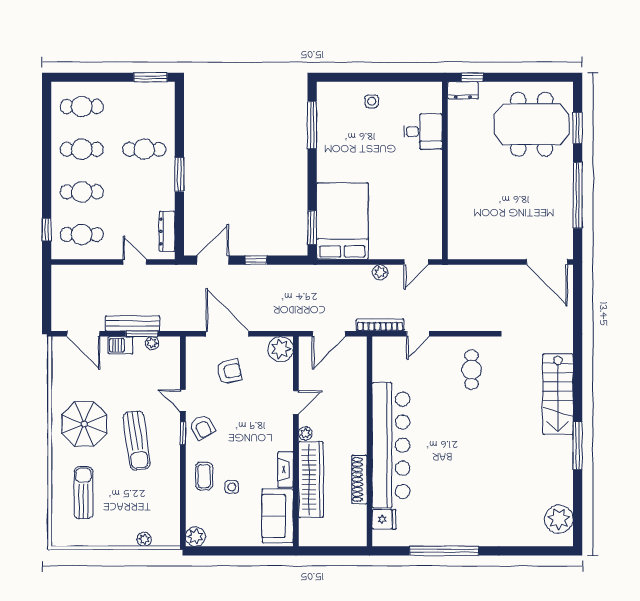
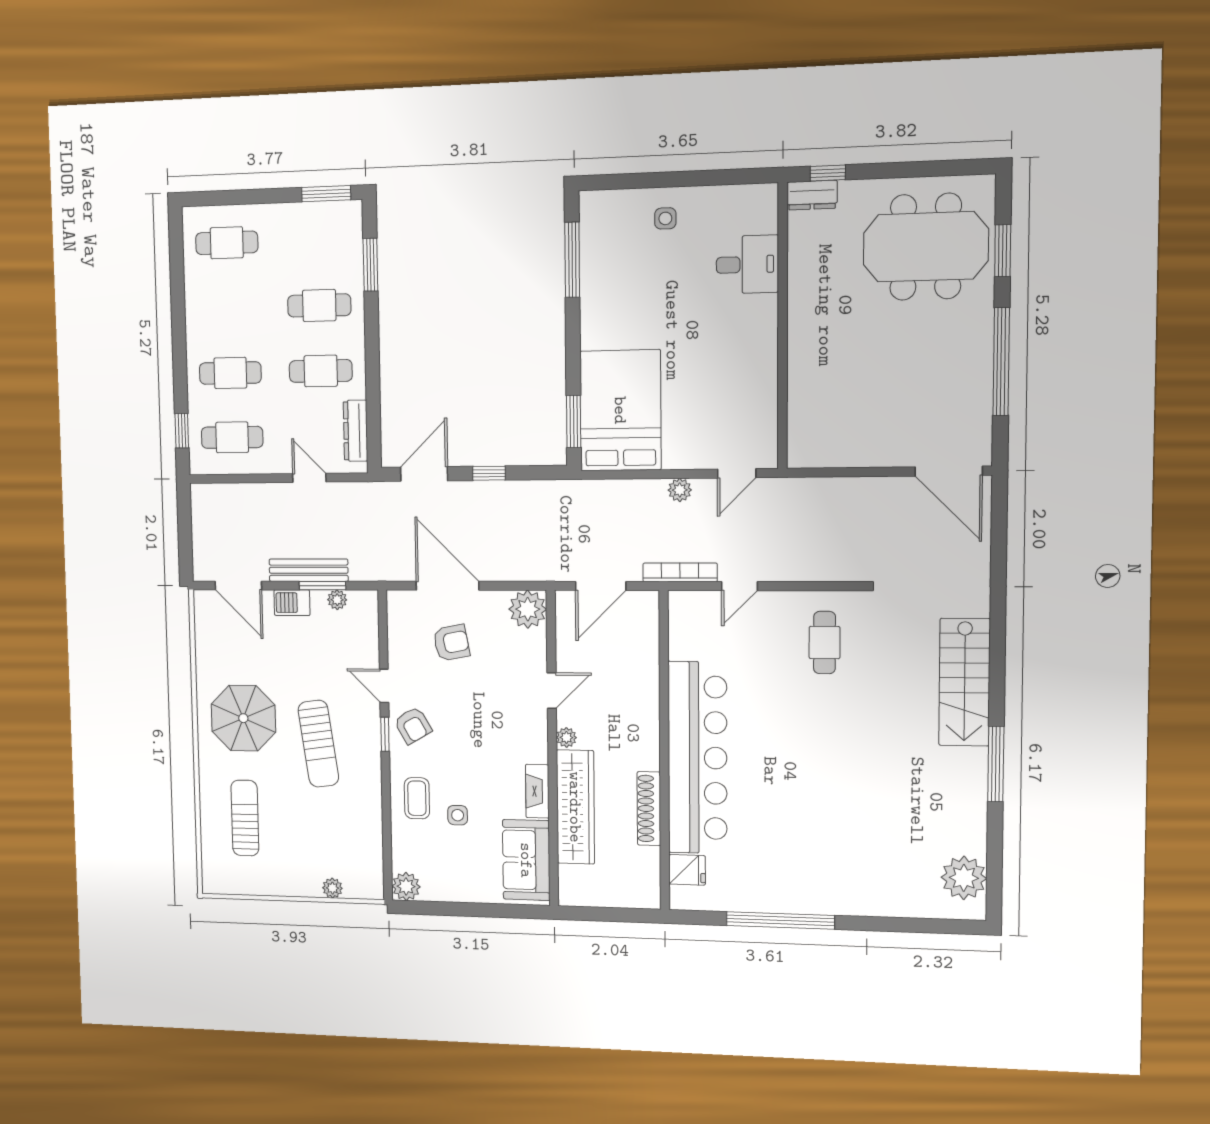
cafe table: (82, 149) -> (321, 371), moved
window: (179, 174) -> (370, 265), moved

